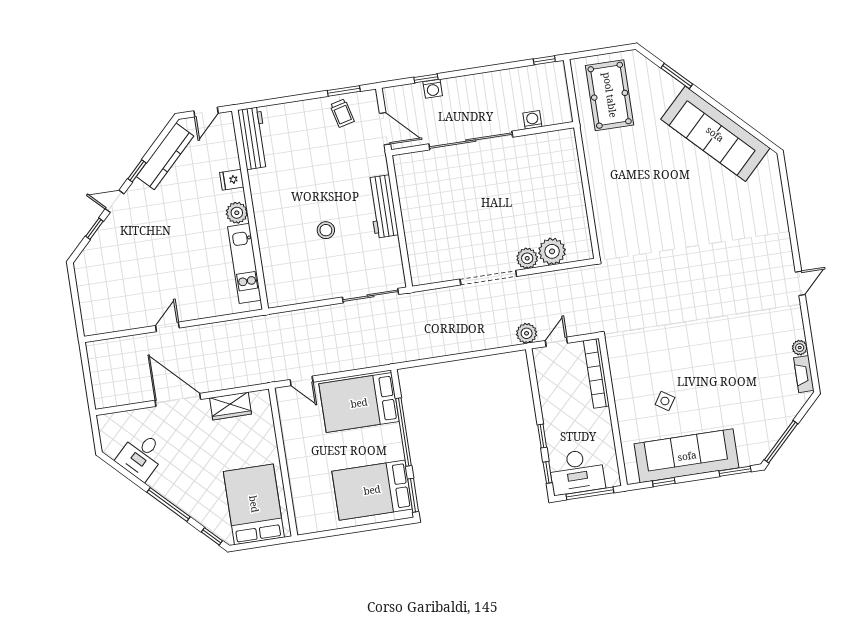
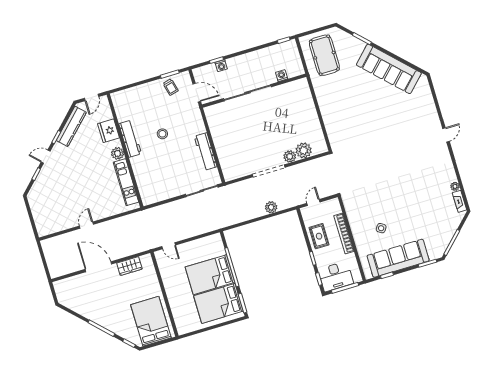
workbench: (253, 138) -> (130, 139), moved
fridge: (232, 180) -> (108, 131), width x1.88, depth x1.34
workbench: (382, 206) -> (206, 152), moved
stool: (326, 230) -> (162, 134), moved
door: (800, 283) -> (446, 135), moved
plant: (527, 333) -> (271, 207), moved
bookcase: (596, 373) -> (344, 234), moved
rug: (558, 400) -> (319, 236), added
bed: (359, 403) -> (210, 275), moved
desk: (141, 456) -> (82, 302), removed

